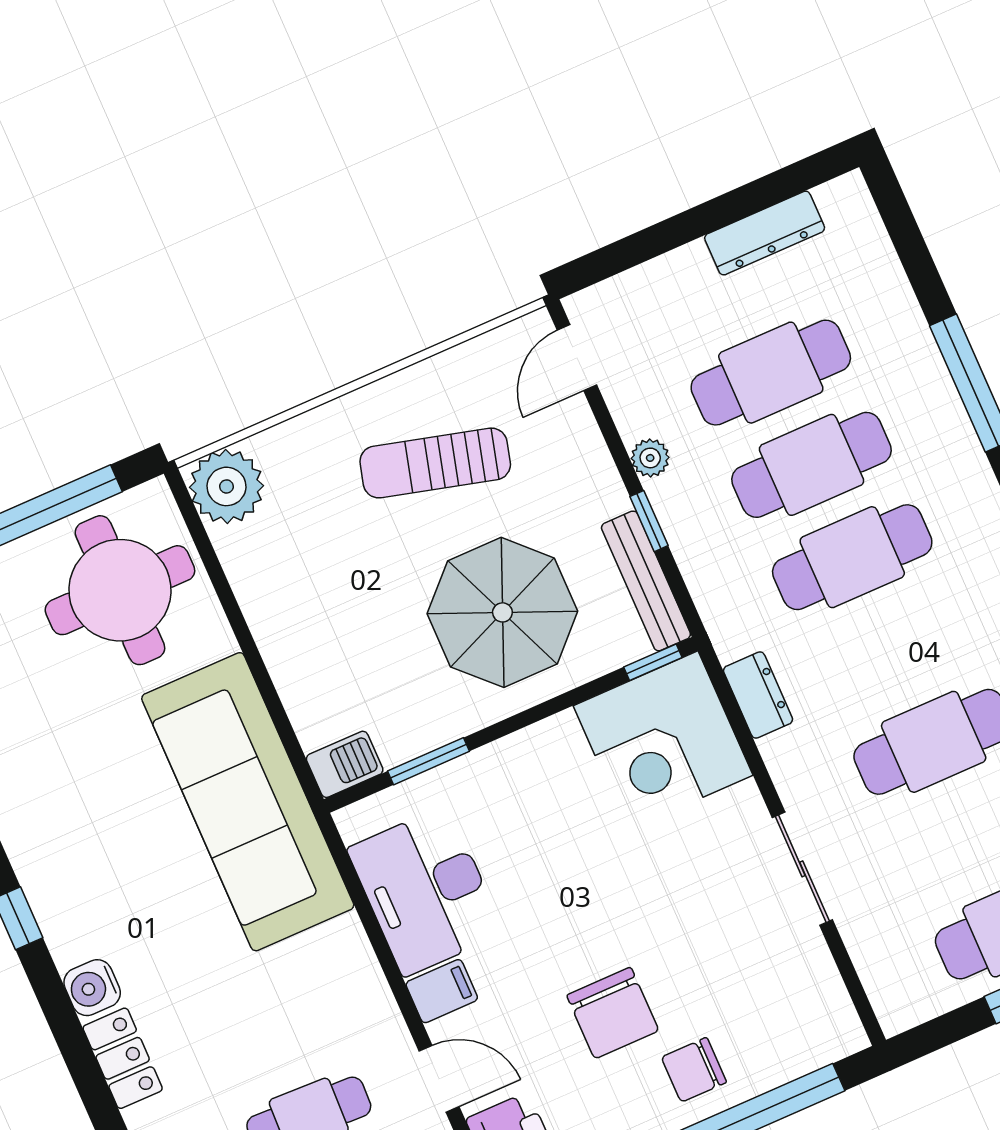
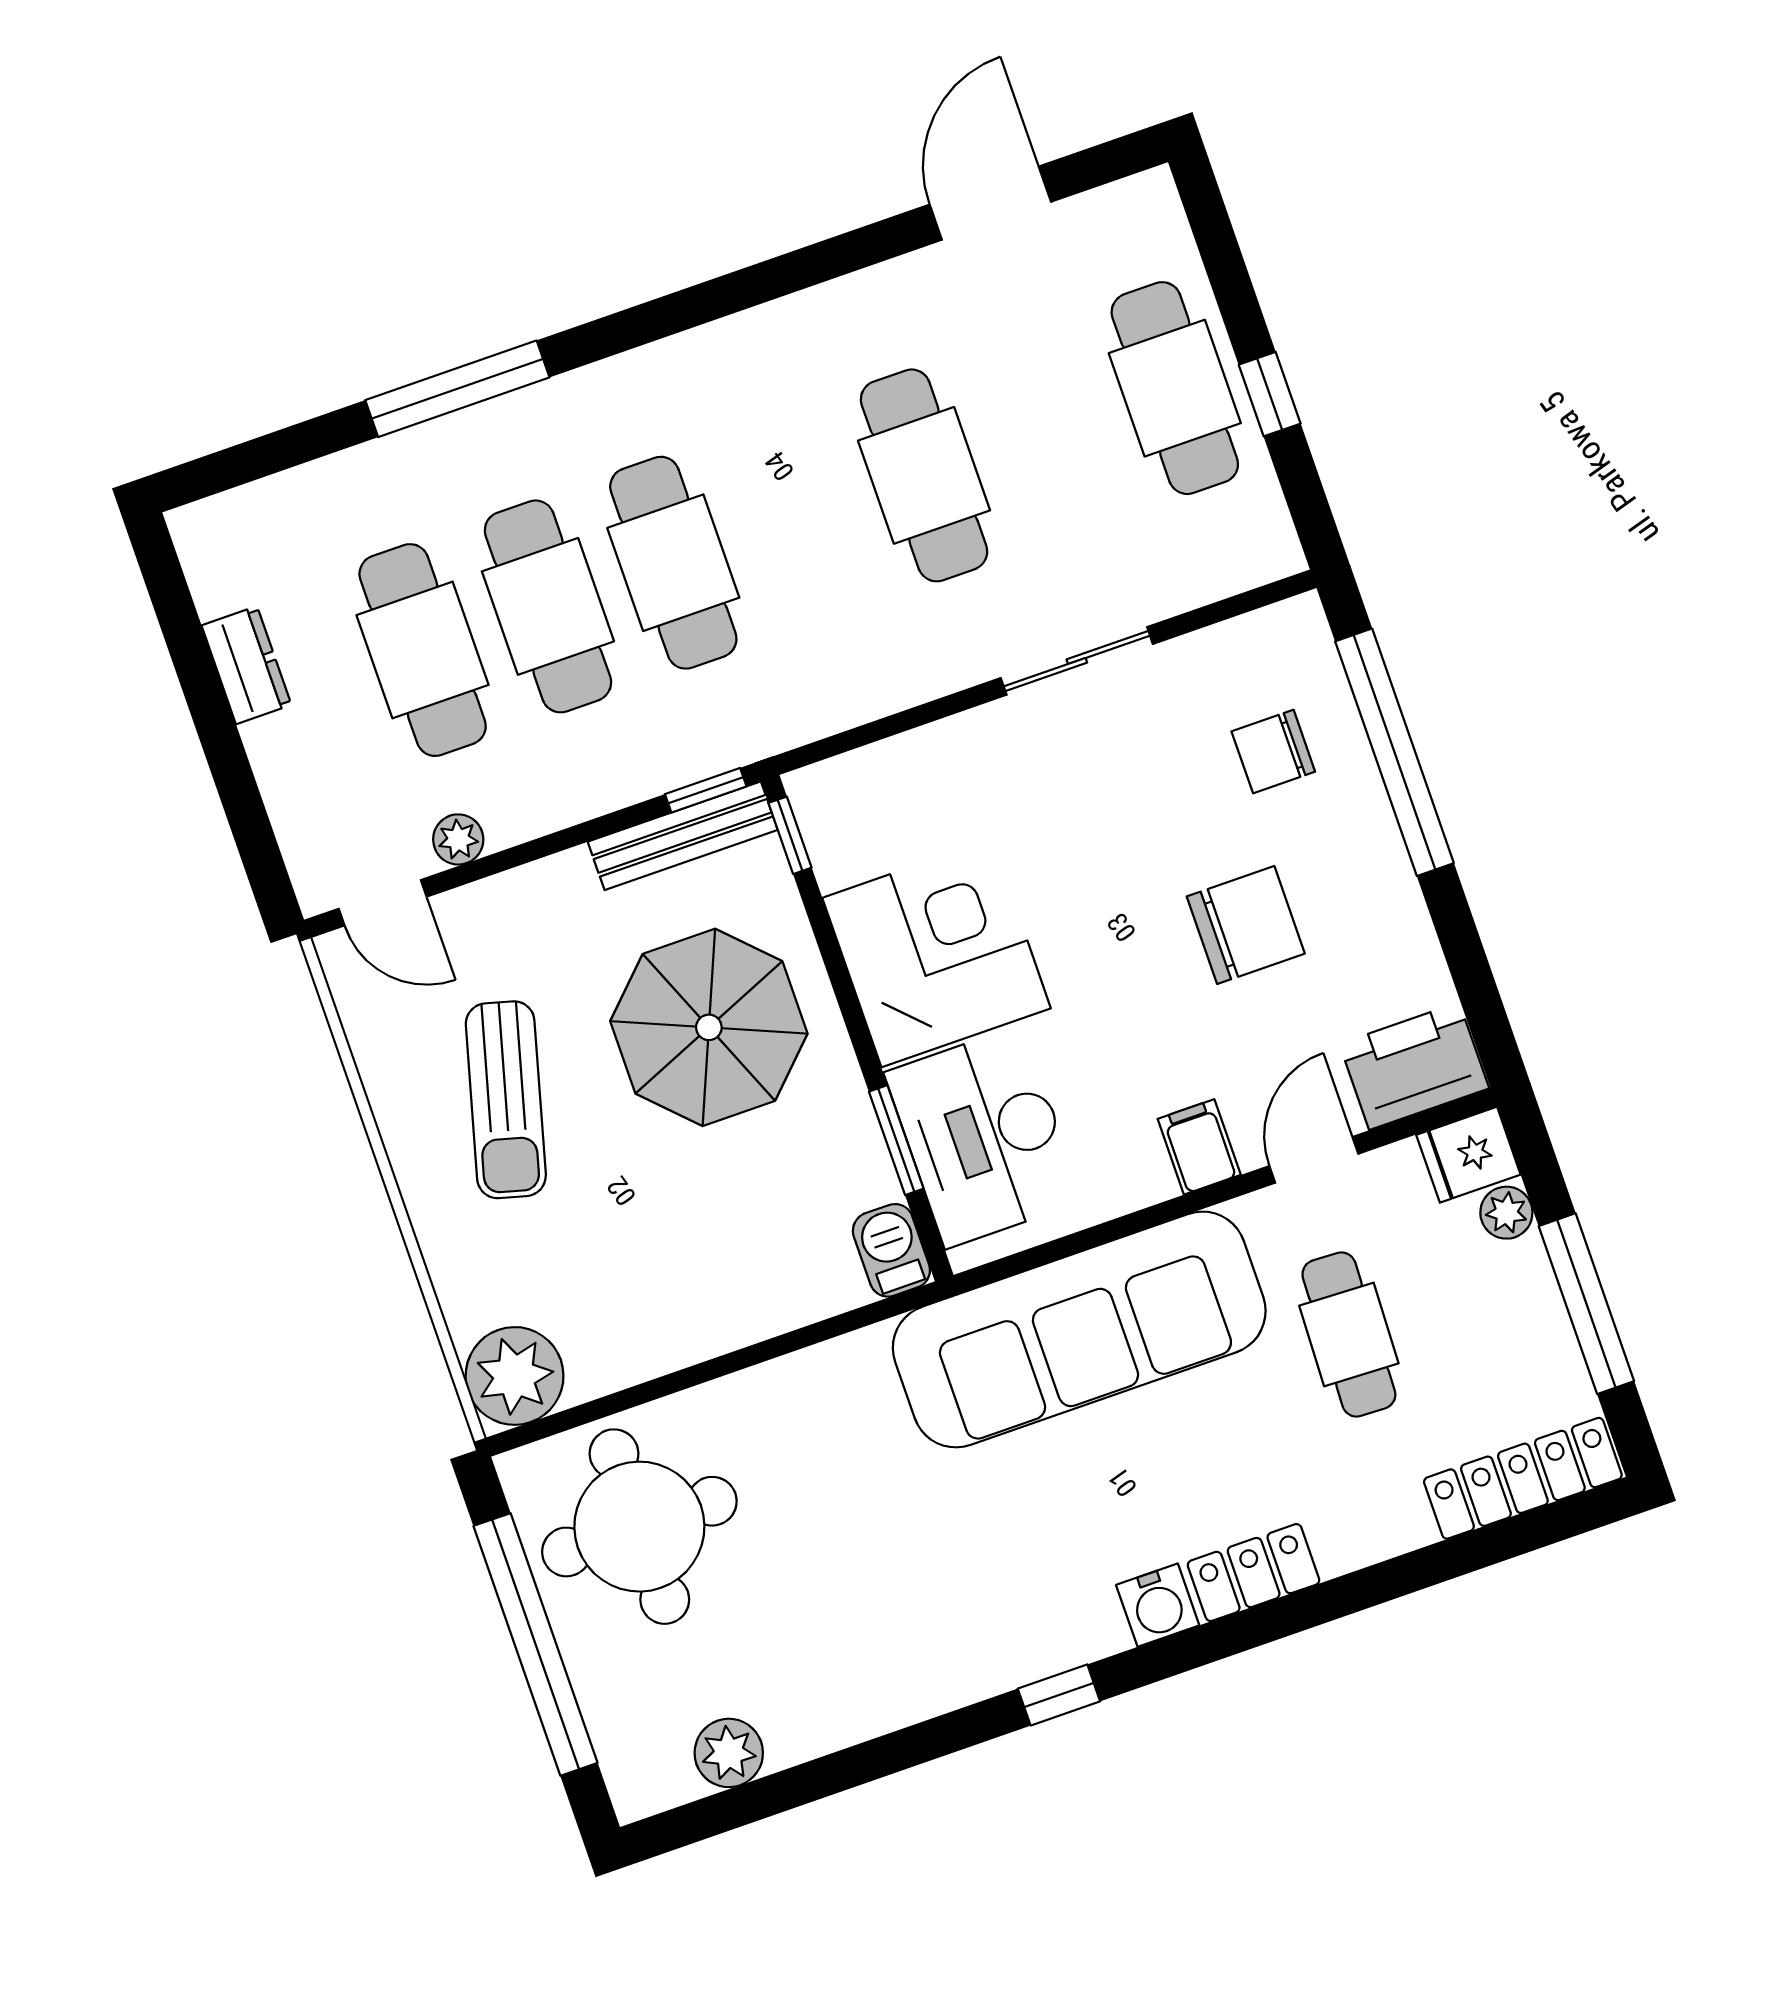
dresser: (765, 233) -> (246, 665), width x0.70
plant: (650, 458) -> (458, 839), moved
window: (649, 521) -> (706, 790), moved
dresser: (758, 695) -> (844, 701), removed
corner desk: (663, 741) -> (937, 953), moved, turned -90
sofa: (248, 802) -> (1079, 1329), moved
desk: (426, 891) -> (984, 1137), moved, turned 90
chair: (694, 1070) -> (1273, 752), moved, turned 90

